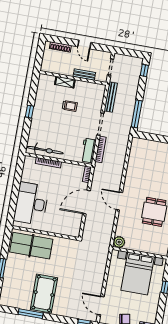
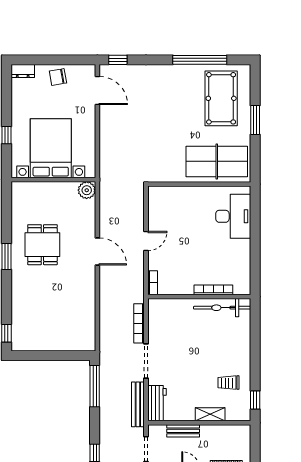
trolley: (70, 106) -> (228, 383), moved
window: (30, 112) -> (255, 400), moved
workbench: (88, 150) -> (157, 403), moved
door: (87, 202) -> (146, 241), width x0.53
desk: (31, 204) -> (233, 216), width x0.73, depth x0.77
pool table: (44, 294) -> (221, 98), moved
window: (31, 314) -> (200, 60), width x1.46

